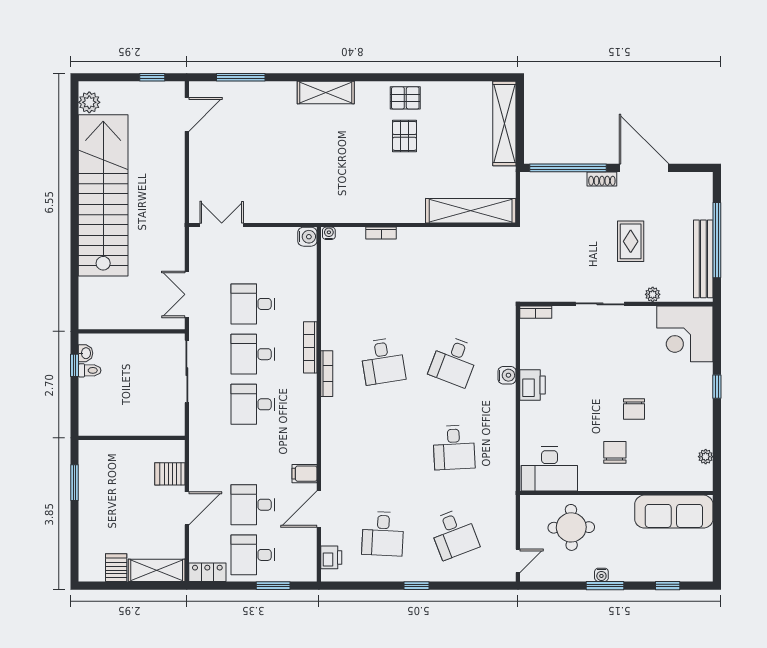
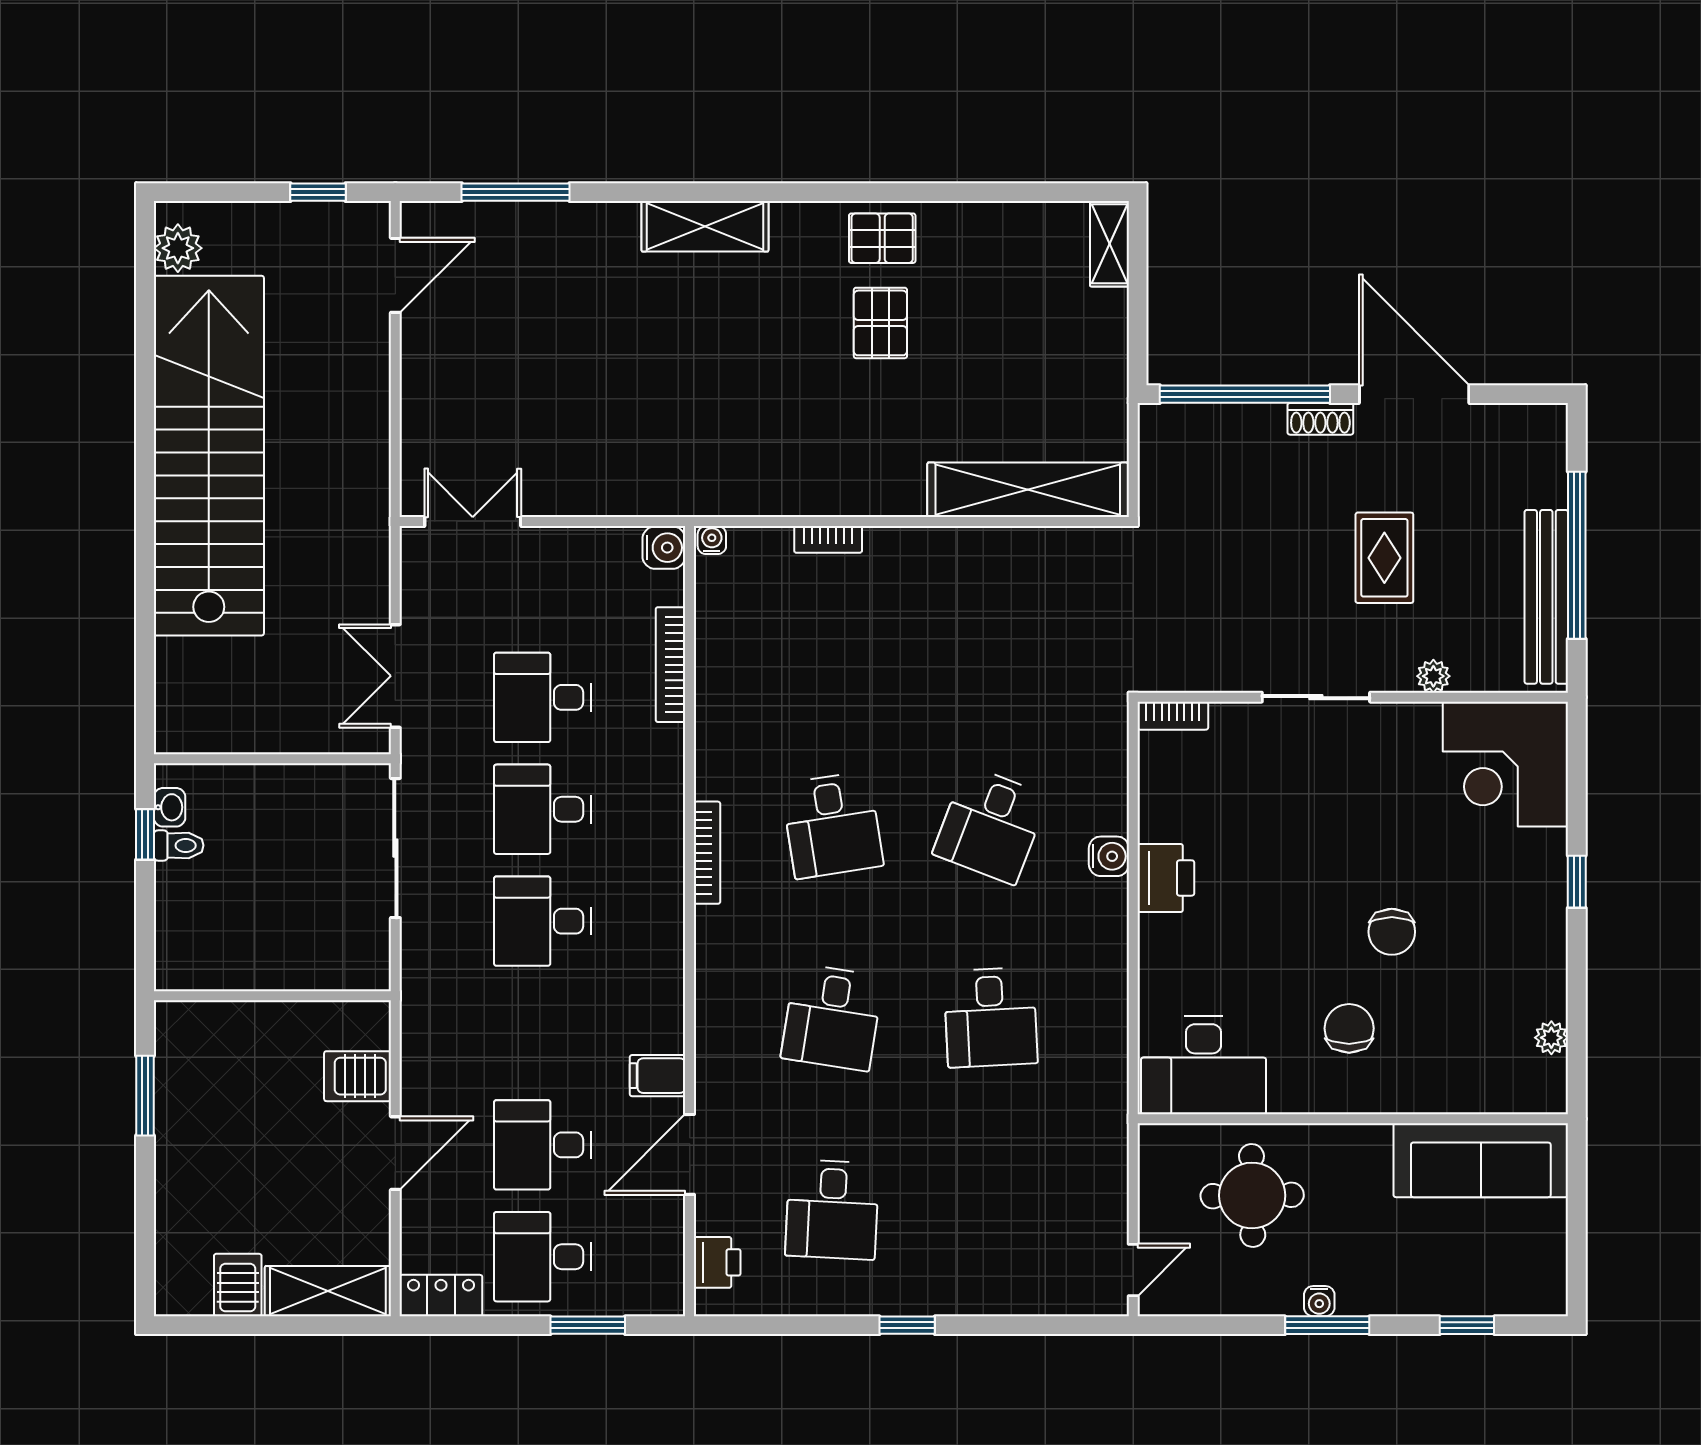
shelving: (504, 123) -> (1109, 244), width x0.45, depth x0.75
bookcase: (310, 347) -> (670, 665), moved
desk: (454, 534) -> (832, 1017), moved, turned 30

